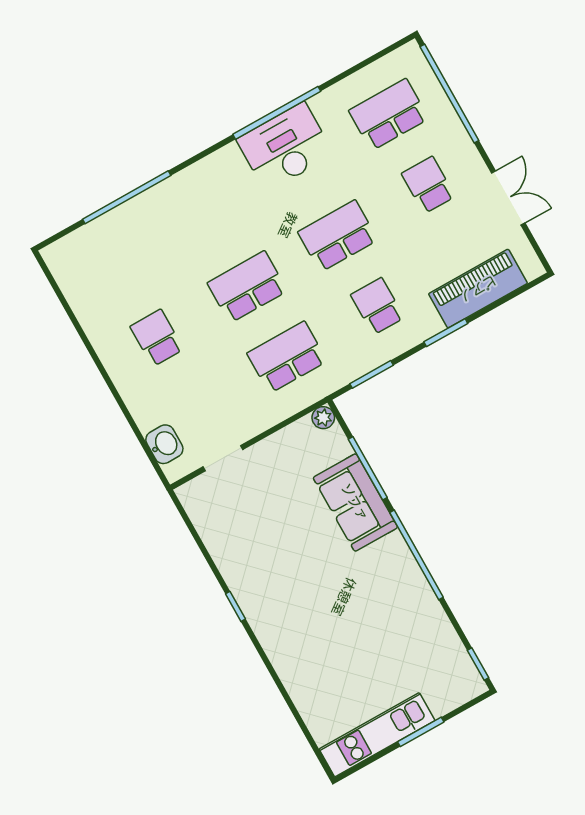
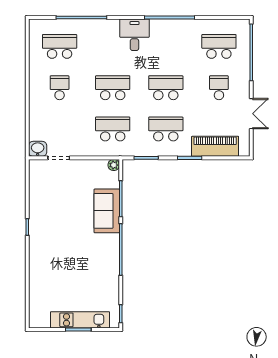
desk: (285, 147) -> (134, 35), moved, width x0.73
school desk: (117, 268) -> (60, 46), added
school desk: (377, 306) -> (166, 129), width x1.85
washbasin: (164, 444) -> (38, 149), moved, turned -90
kitchen unit: (377, 735) -> (80, 320), moved

